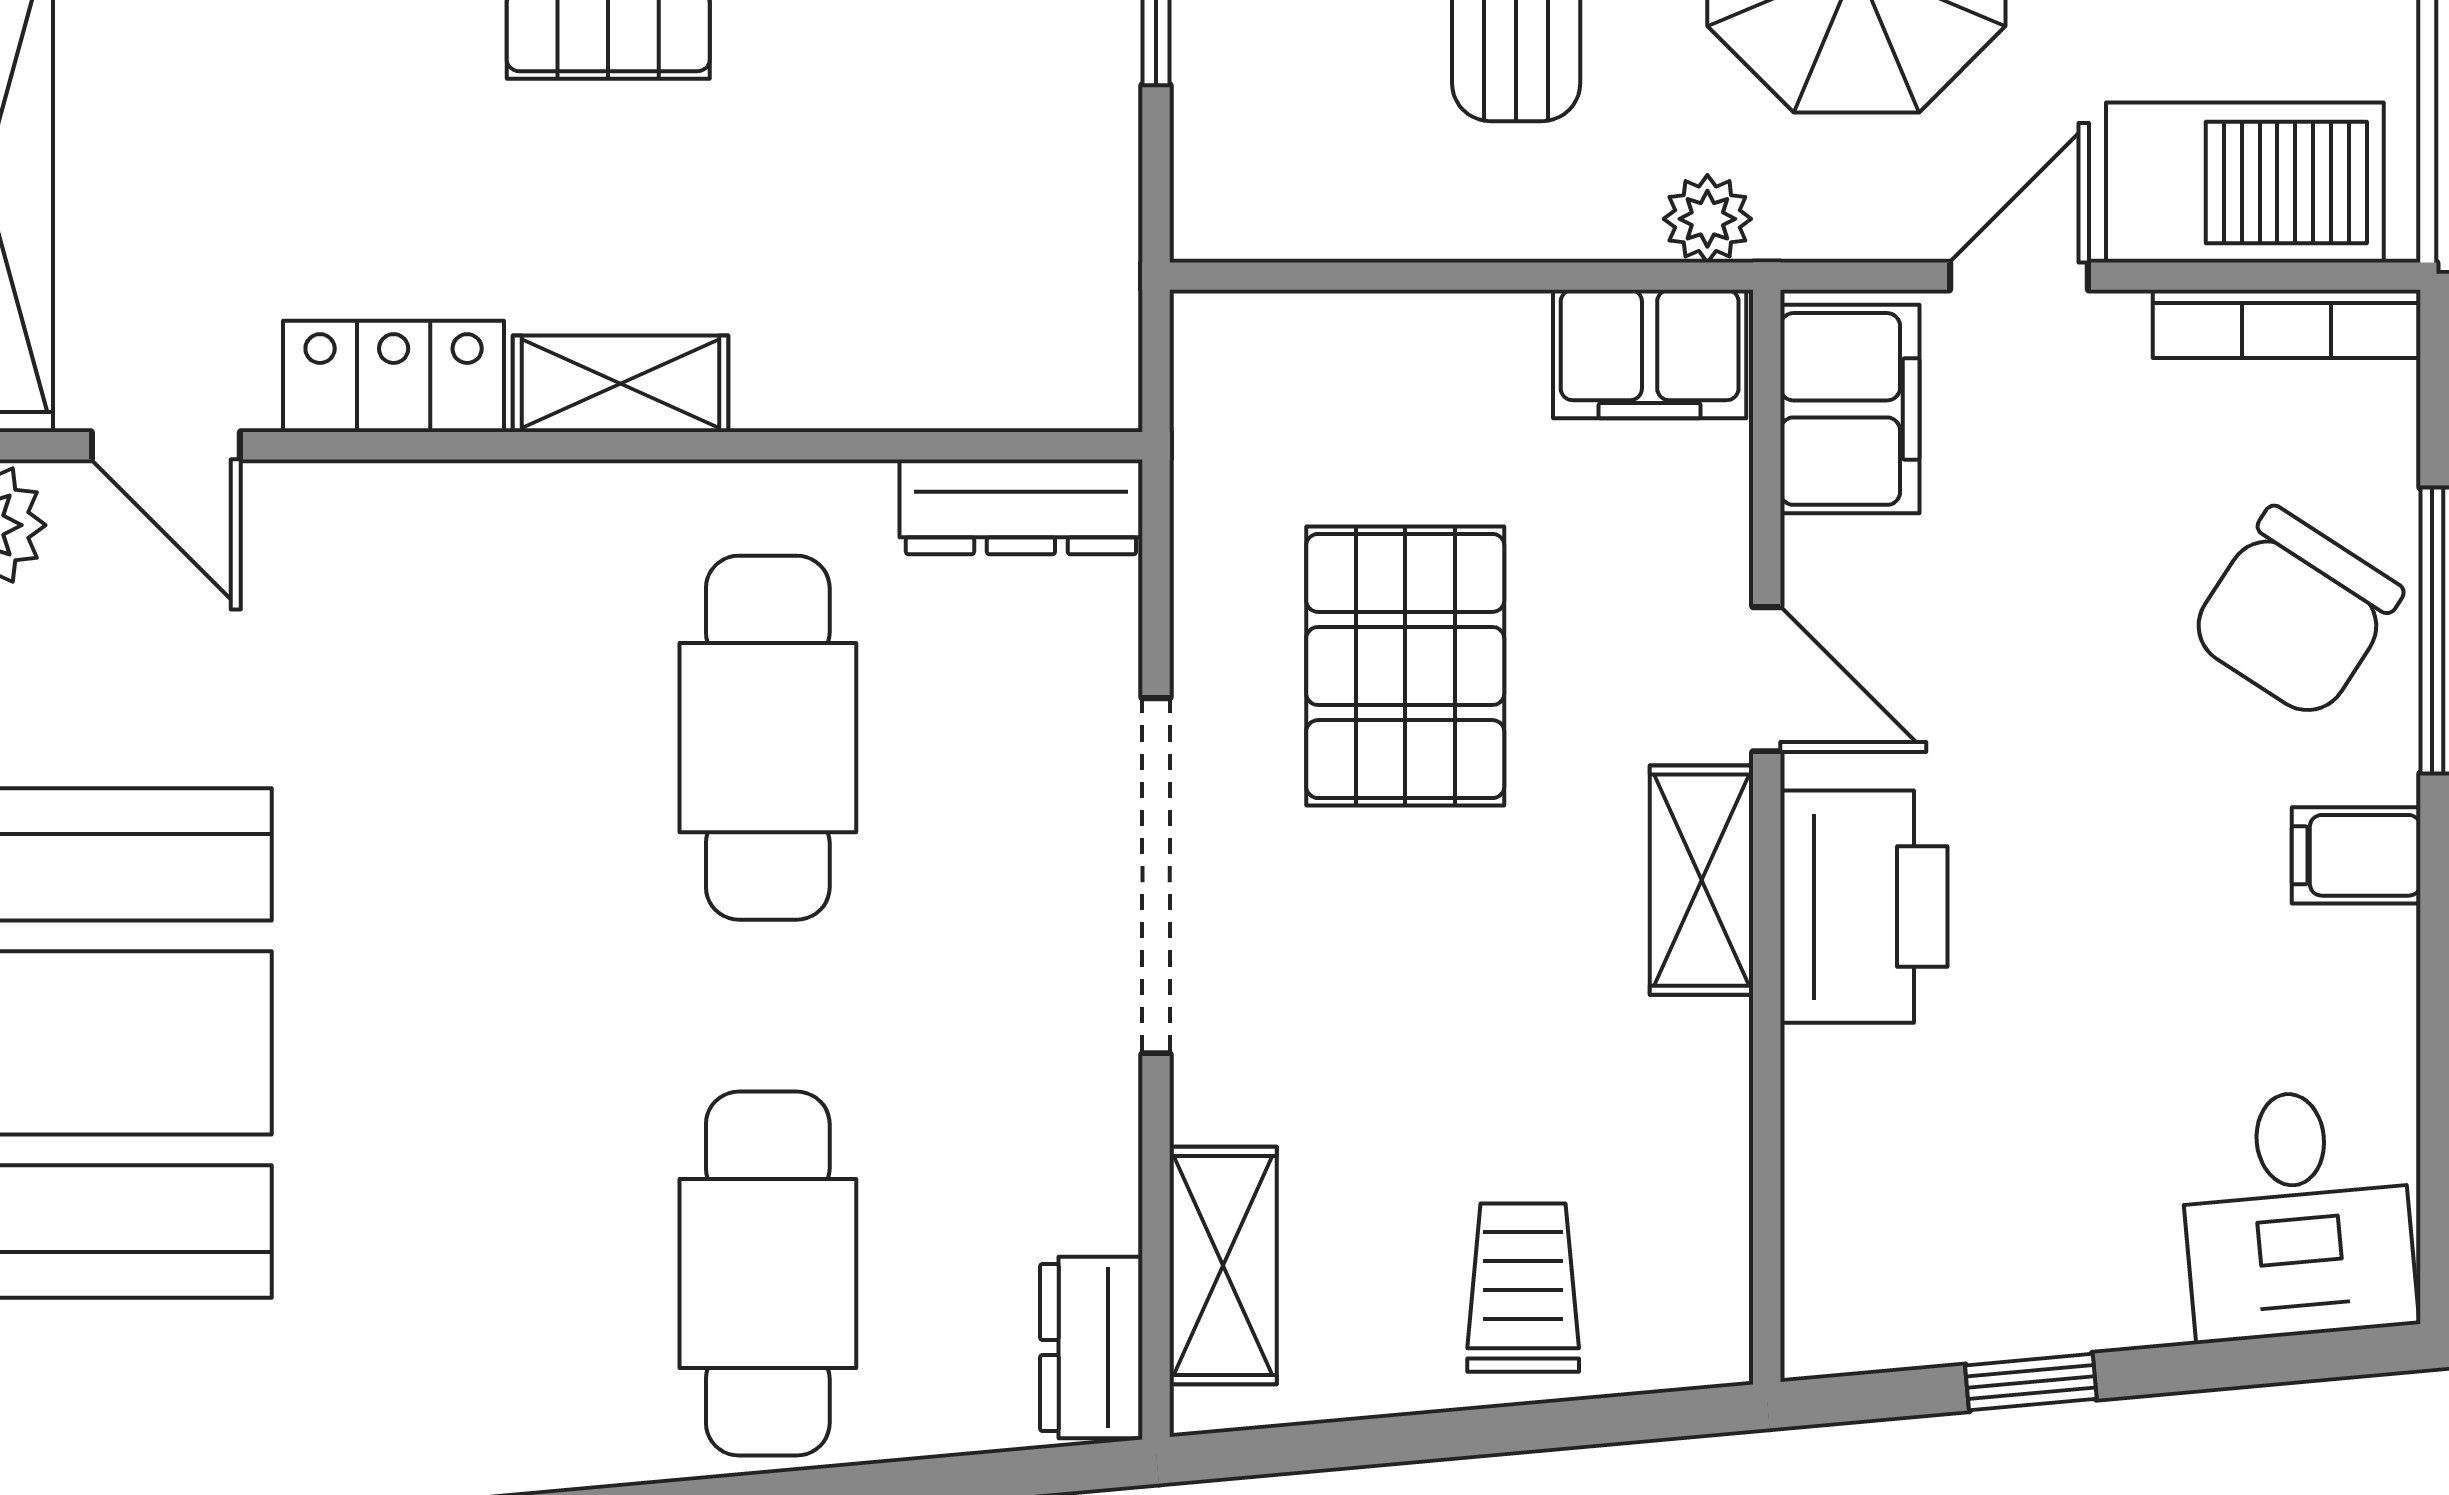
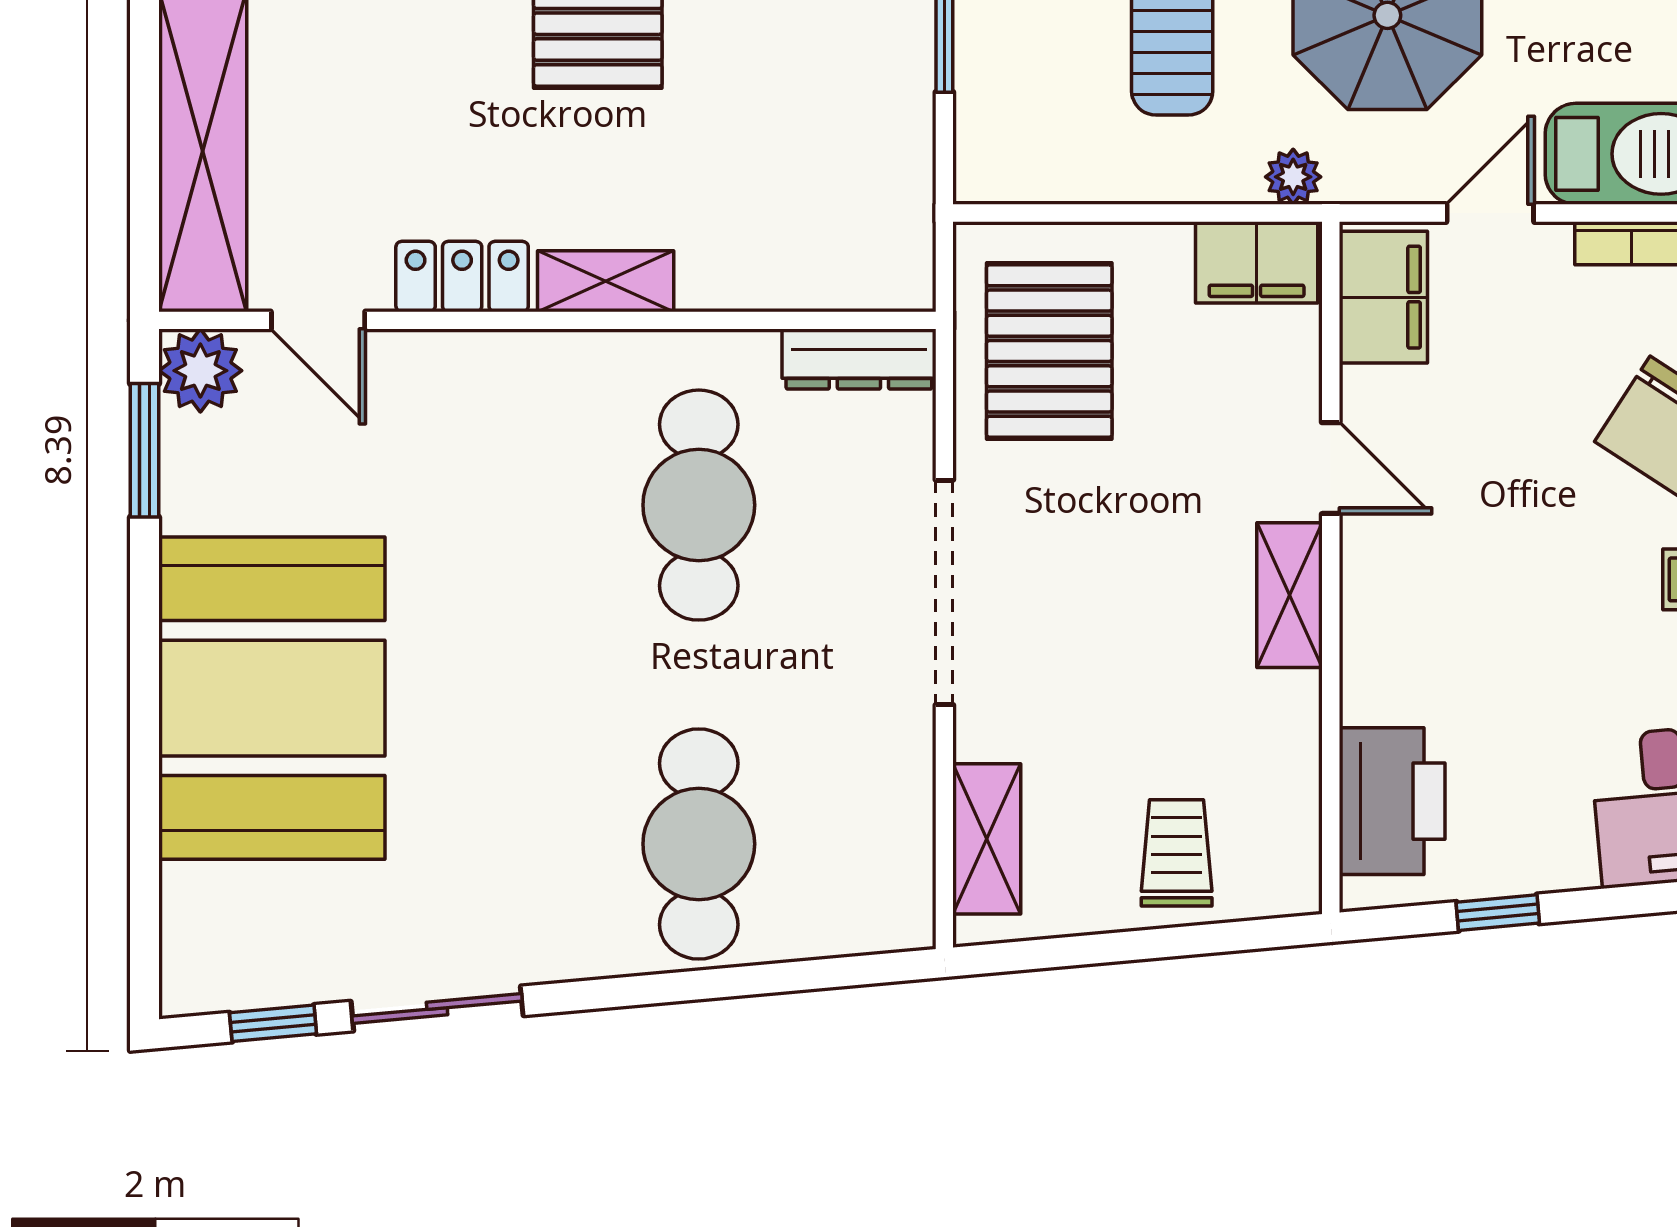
pallet: (1405, 666) -> (1049, 351), moved
printer: (1864, 907) -> (1392, 801), moved
dresser: (1091, 1348) -> (903, 891), removed

